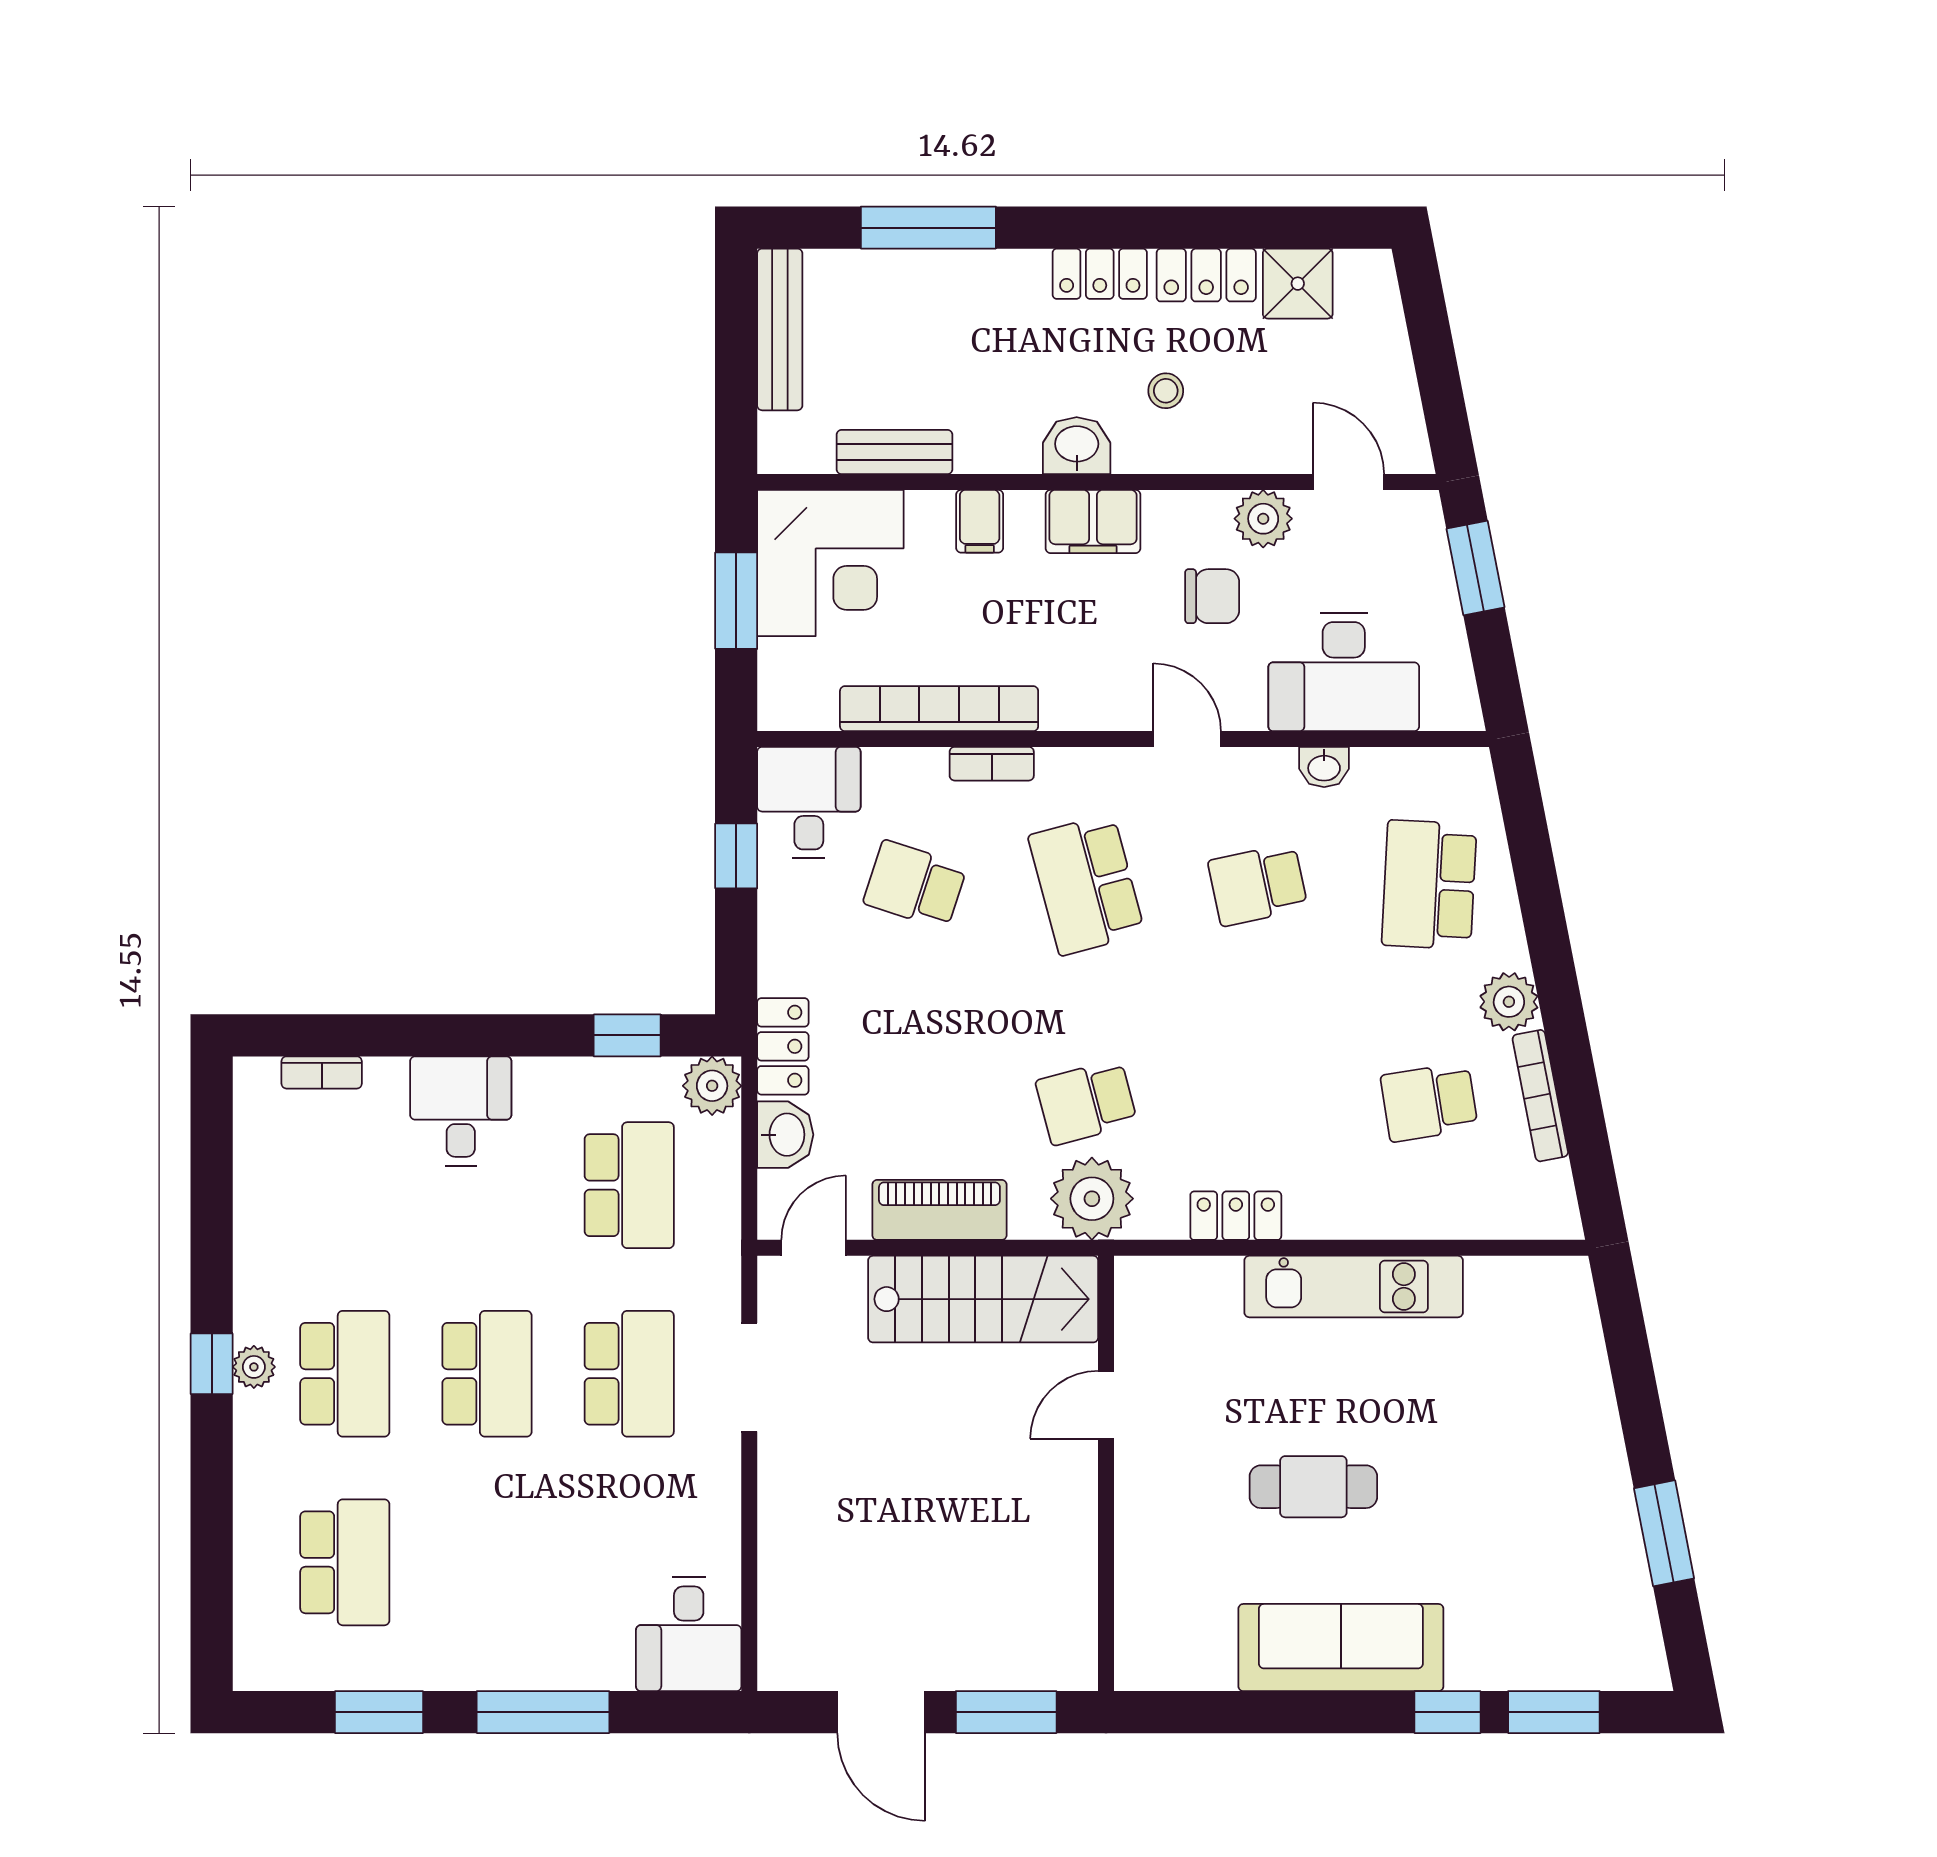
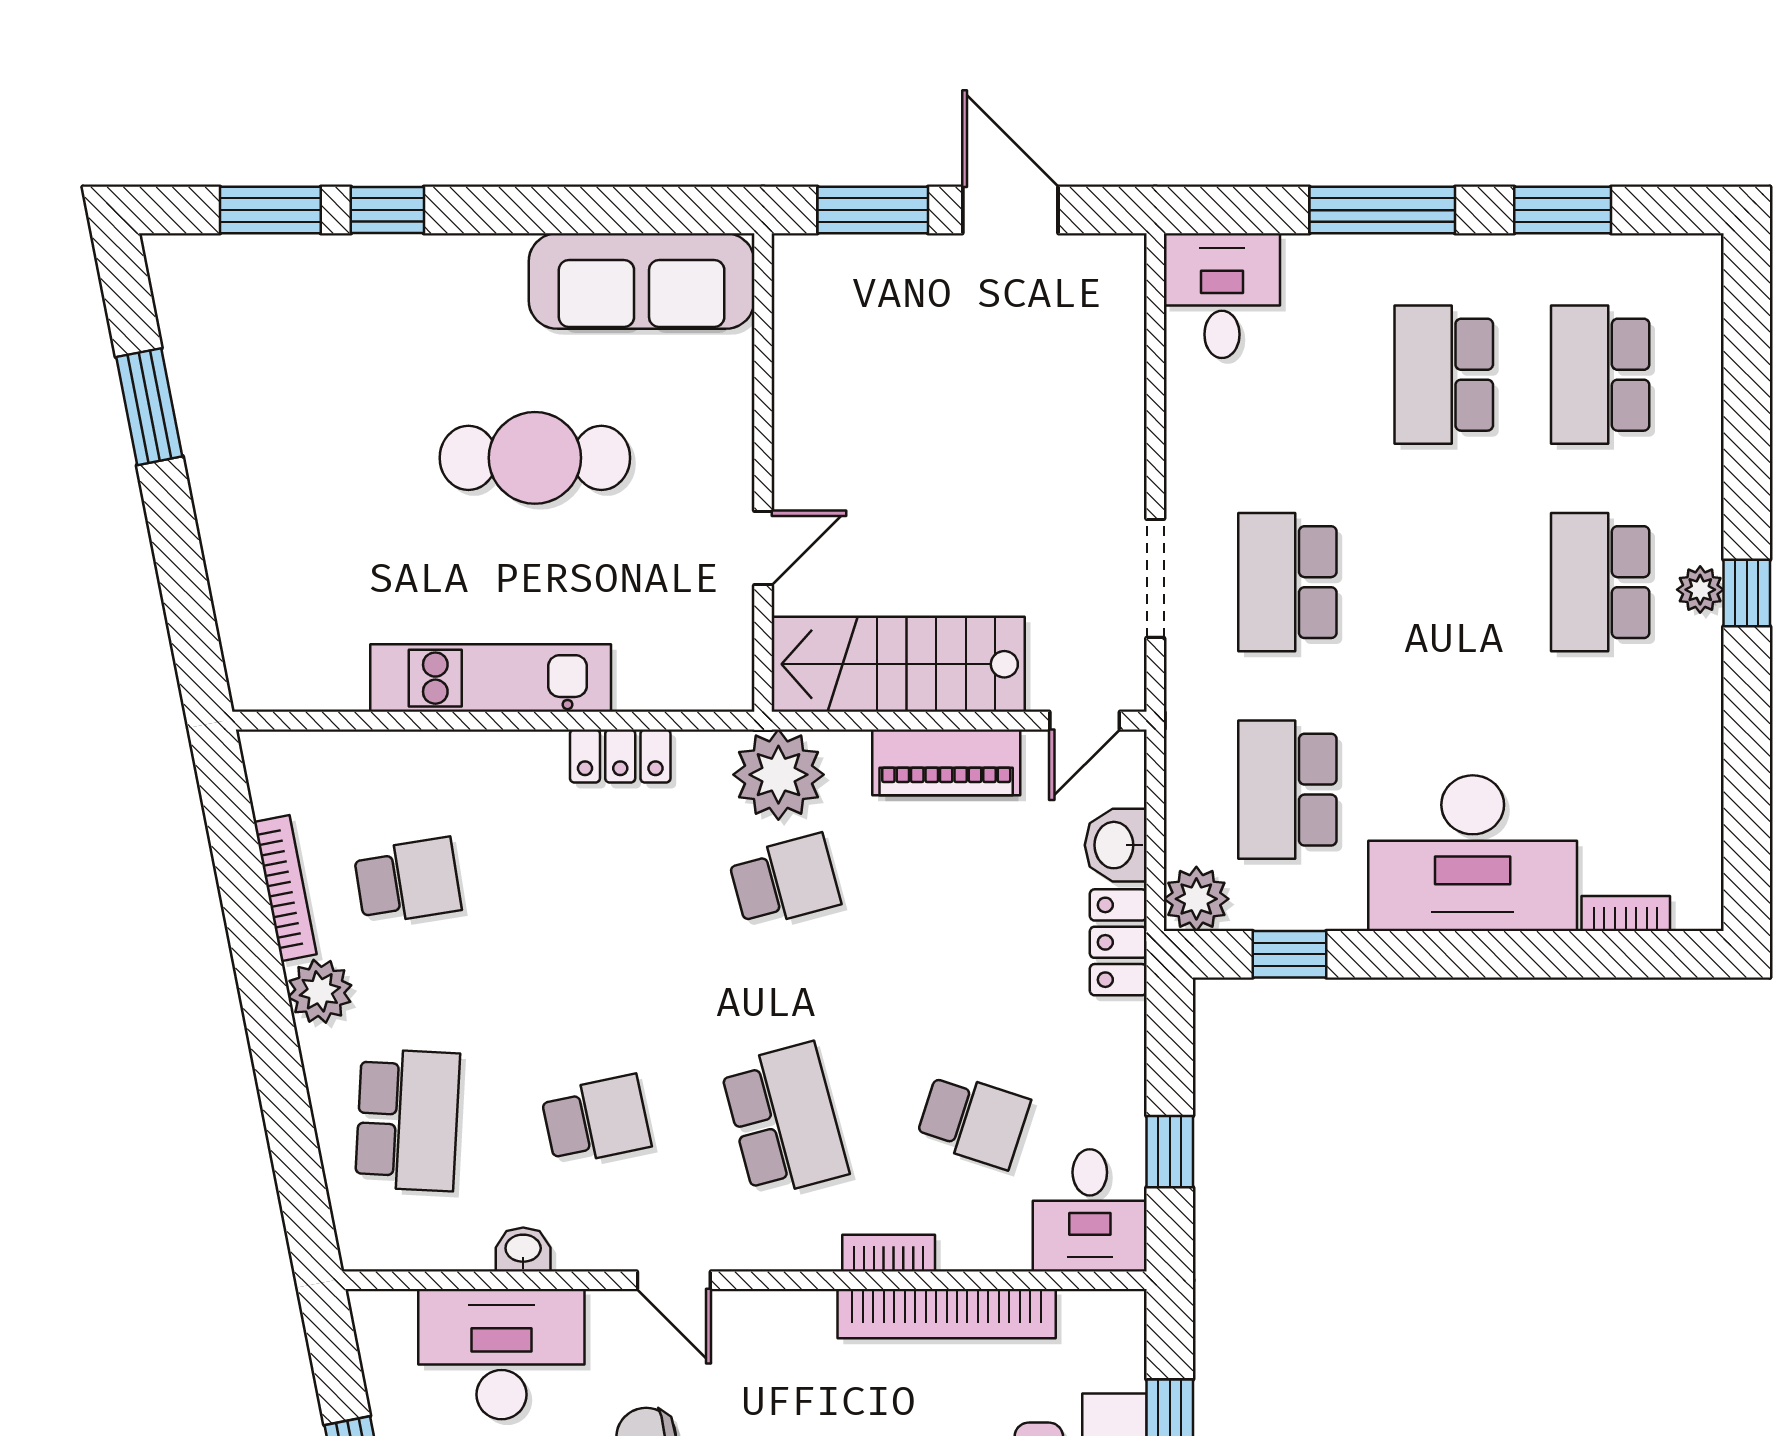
desk: (461, 1111) -> (1473, 853), width x1.87, depth x1.30
school desk: (487, 1374) -> (1444, 375), moved
cafe table: (1313, 1487) -> (535, 458), width x1.37, depth x1.35
sofa: (1341, 1648) -> (642, 281), moved

